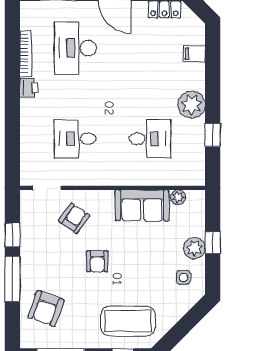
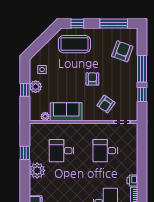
desk: (75, 139) -> (105, 151), turned 180

